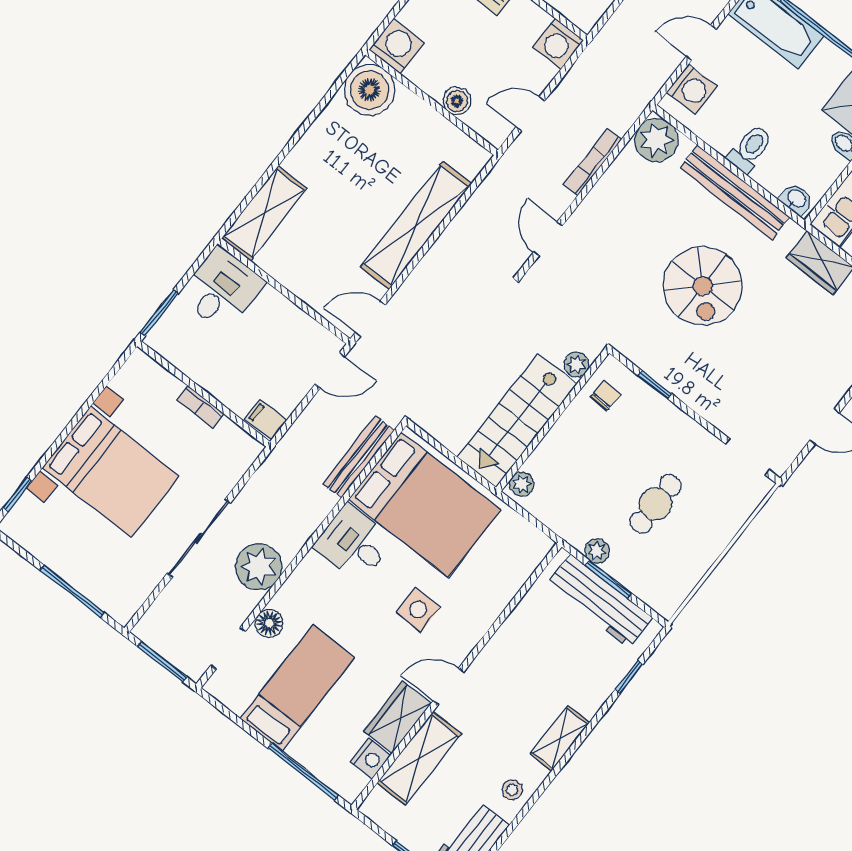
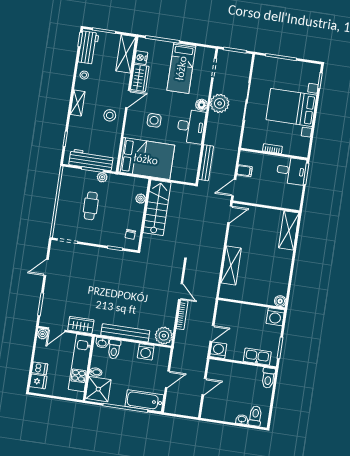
washing machine: (692, 89) -> (146, 352), moved, turned -90
boiler: (369, 90) -> (280, 301), width x0.54, depth x0.54
boiler: (457, 101) -> (243, 309), removed
door: (530, 114) -> (212, 333), moved
toilet: (750, 149) -> (114, 349), moved
shelving: (416, 225) -> (231, 265), width x0.68
door: (548, 239) -> (181, 291), moved
spiral stairs: (703, 286) -> (118, 293), removed
desk: (221, 289) -> (291, 171), moved, turned -90
plant: (577, 364) -> (147, 240), removed
filing cabinet: (266, 420) -> (245, 171), moved
plant: (522, 484) -> (141, 199), moved
bed: (425, 505) -> (146, 159), moved, turned 180
desk: (354, 543) -> (191, 126), width x1.37
floor lamp: (269, 623) -> (202, 105), moved
stool: (506, 673) -> (110, 115), added
shelving: (419, 759) -> (126, 54), moved

